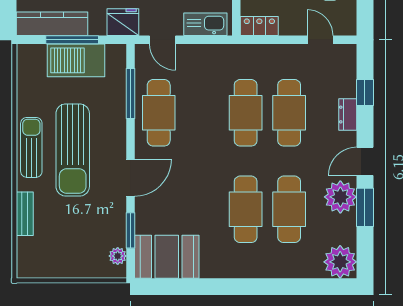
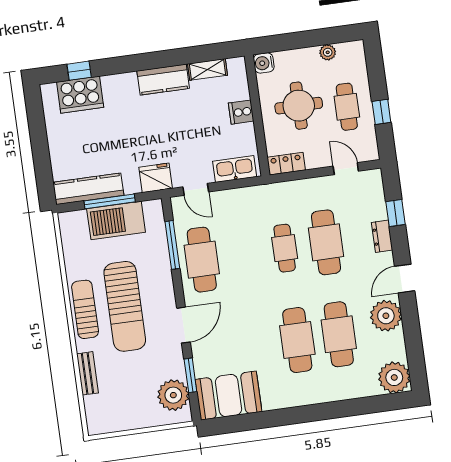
cafe table: (246, 113) -> (285, 248), width x0.73, depth x0.74
window: (365, 207) -> (411, 322), removed
plant: (118, 256) -> (173, 395), width x1.87, depth x1.87

